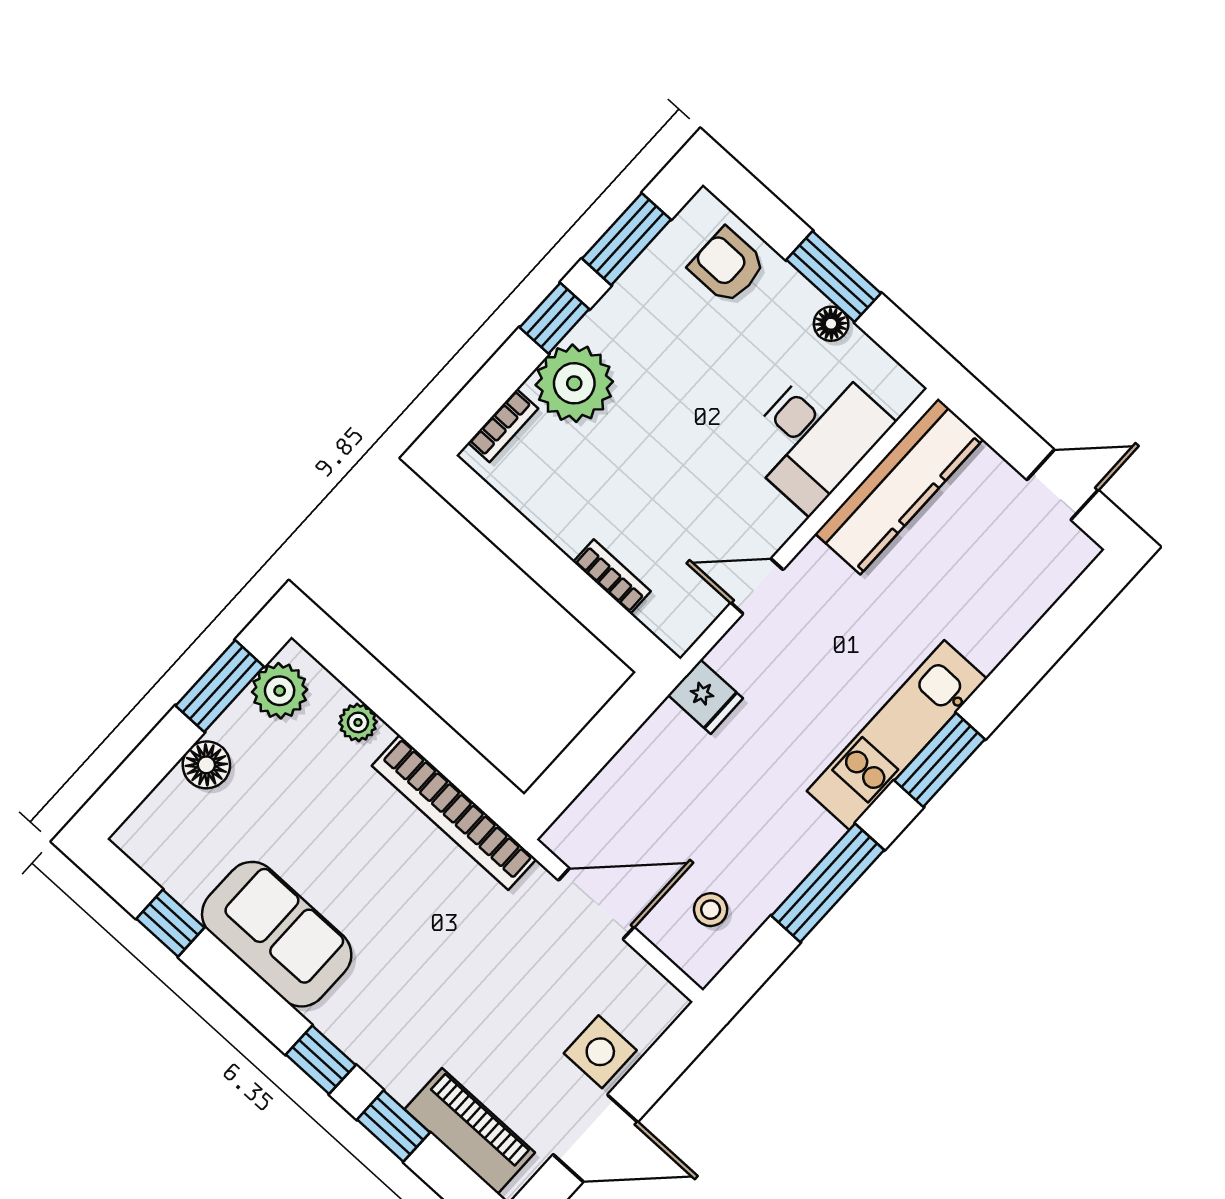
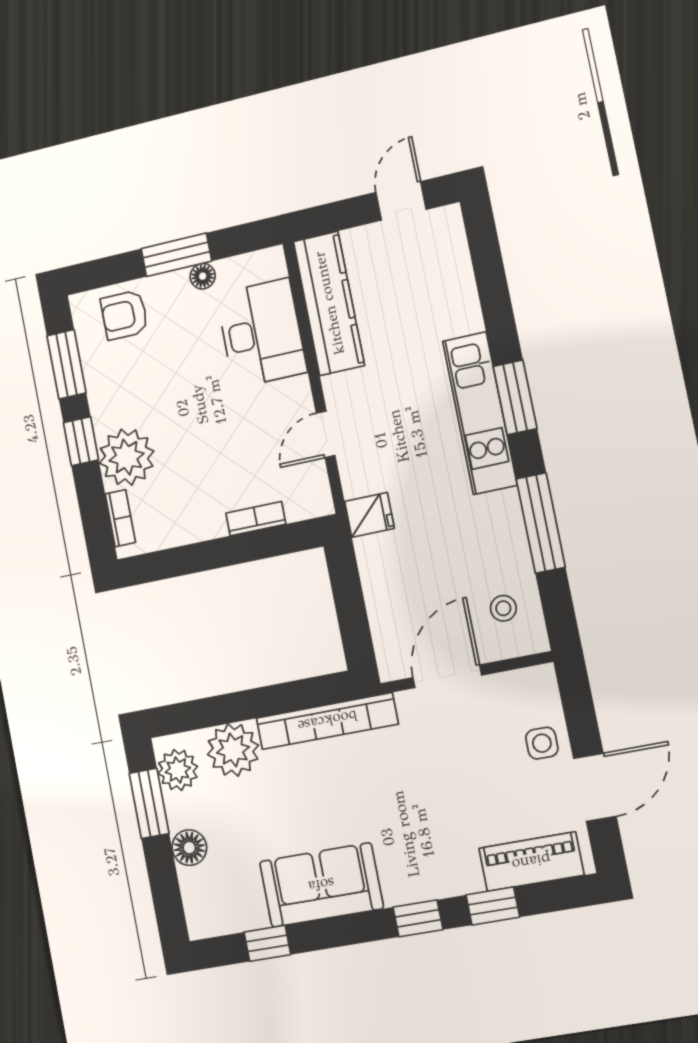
plant: (358, 722) -> (233, 750), width x1.88, depth x1.88
side table: (600, 1052) -> (542, 743), width x0.73, depth x0.73

